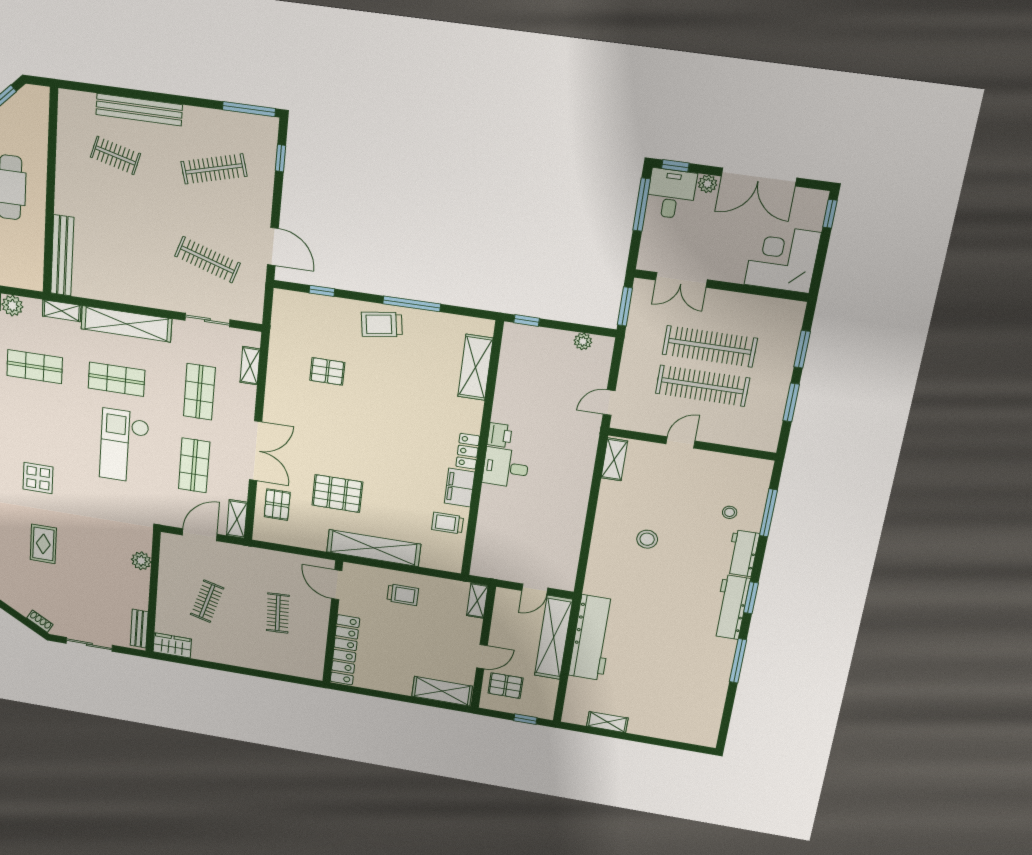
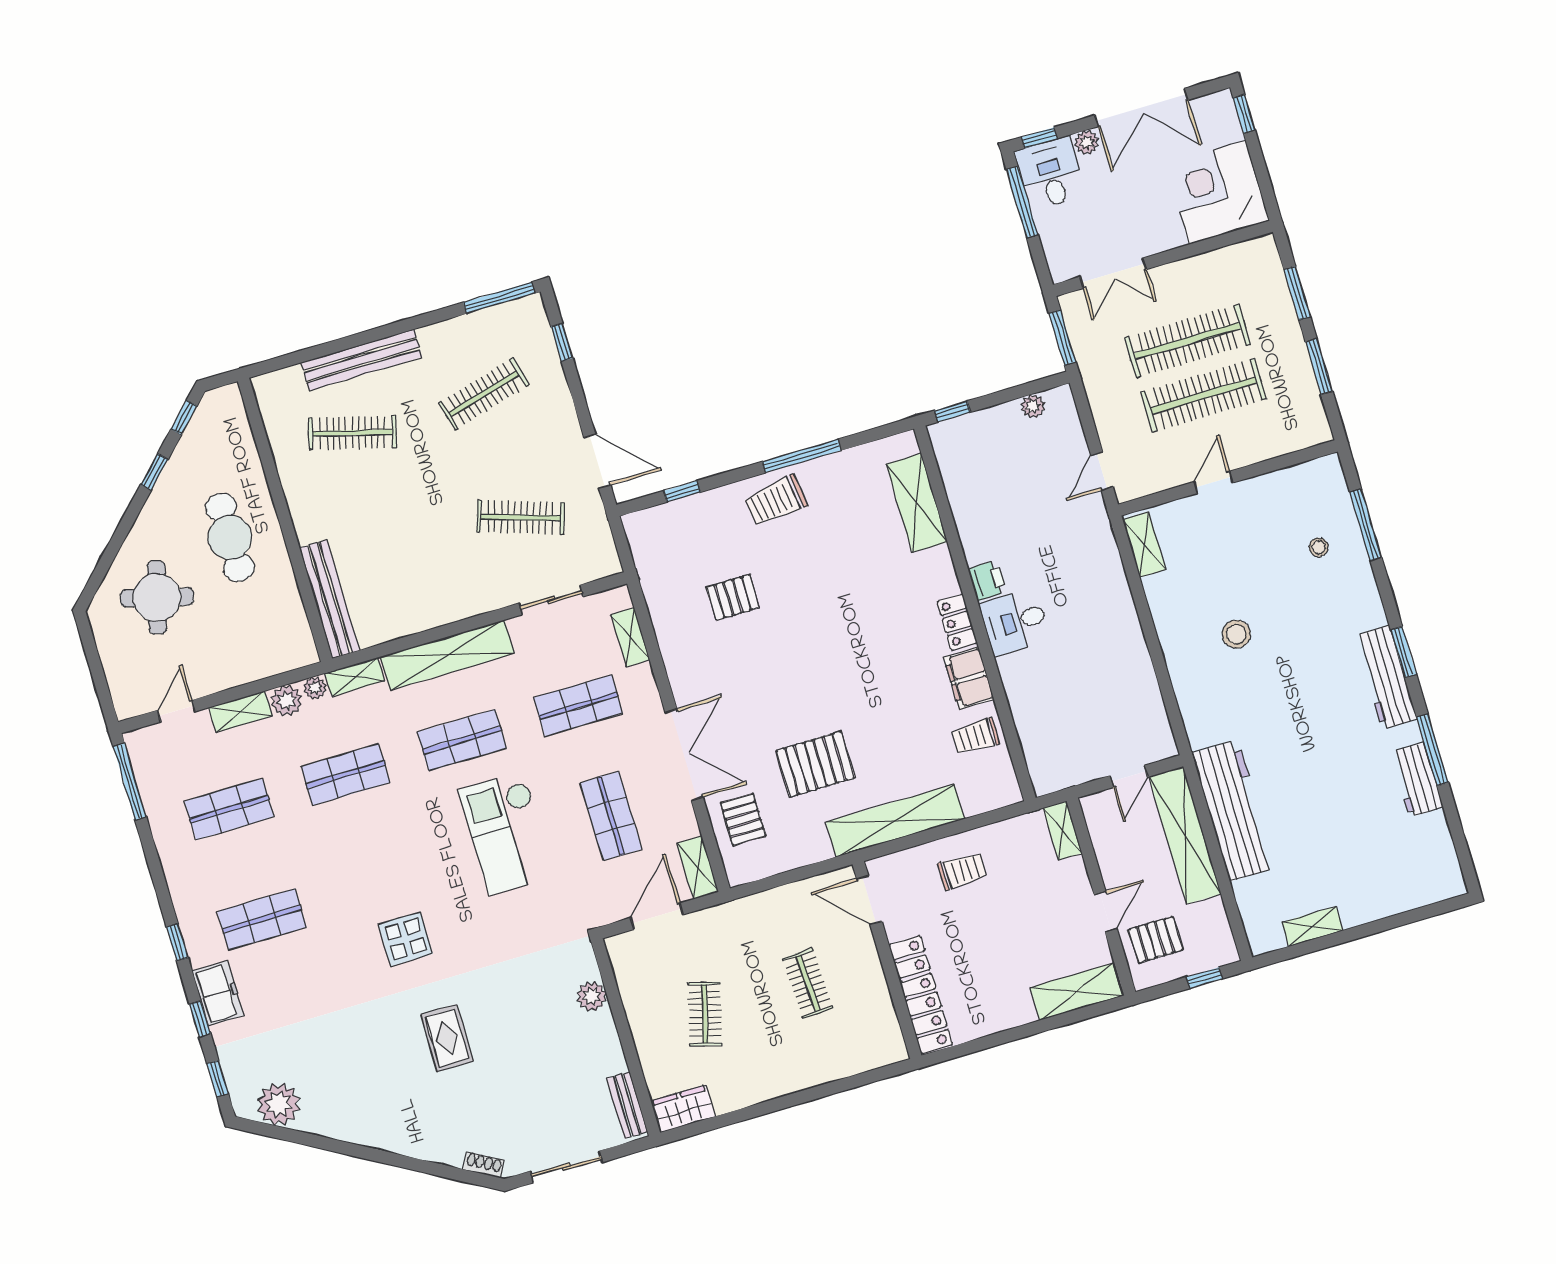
clothes rail: (115, 155) -> (352, 433), width x1.36
plant: (33, 306) -> (315, 688), added
shop shelf: (199, 392) -> (578, 706), turned 90
workbench: (743, 553) -> (1417, 780), moved

